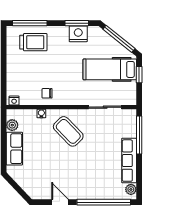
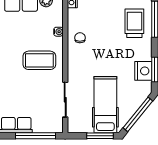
trolley: (33, 42) -> (134, 23), turned 180
window: (139, 75) -> (100, 136), width x1.50
coffee table: (68, 131) -> (39, 60), turned 44

